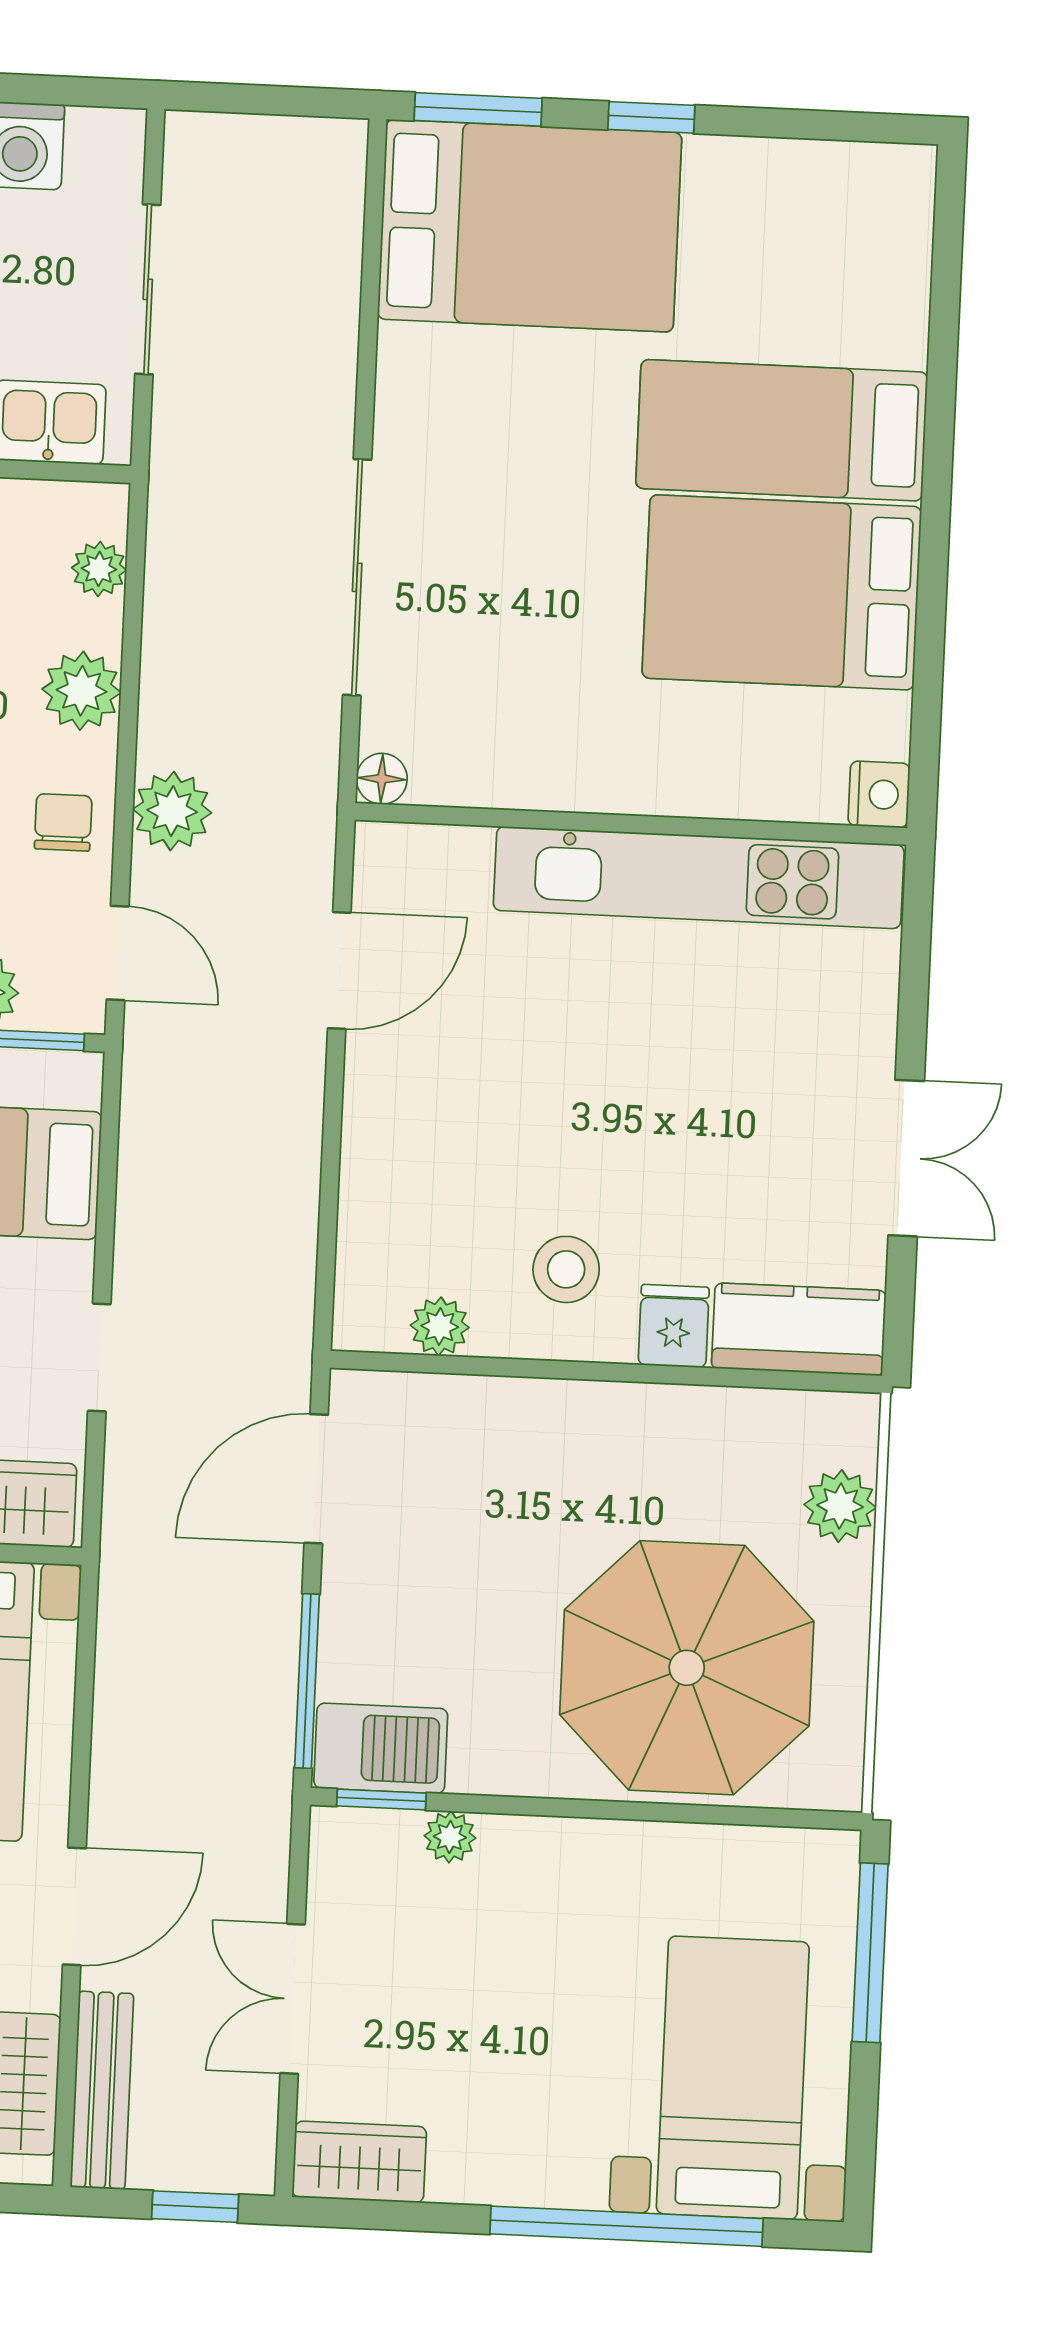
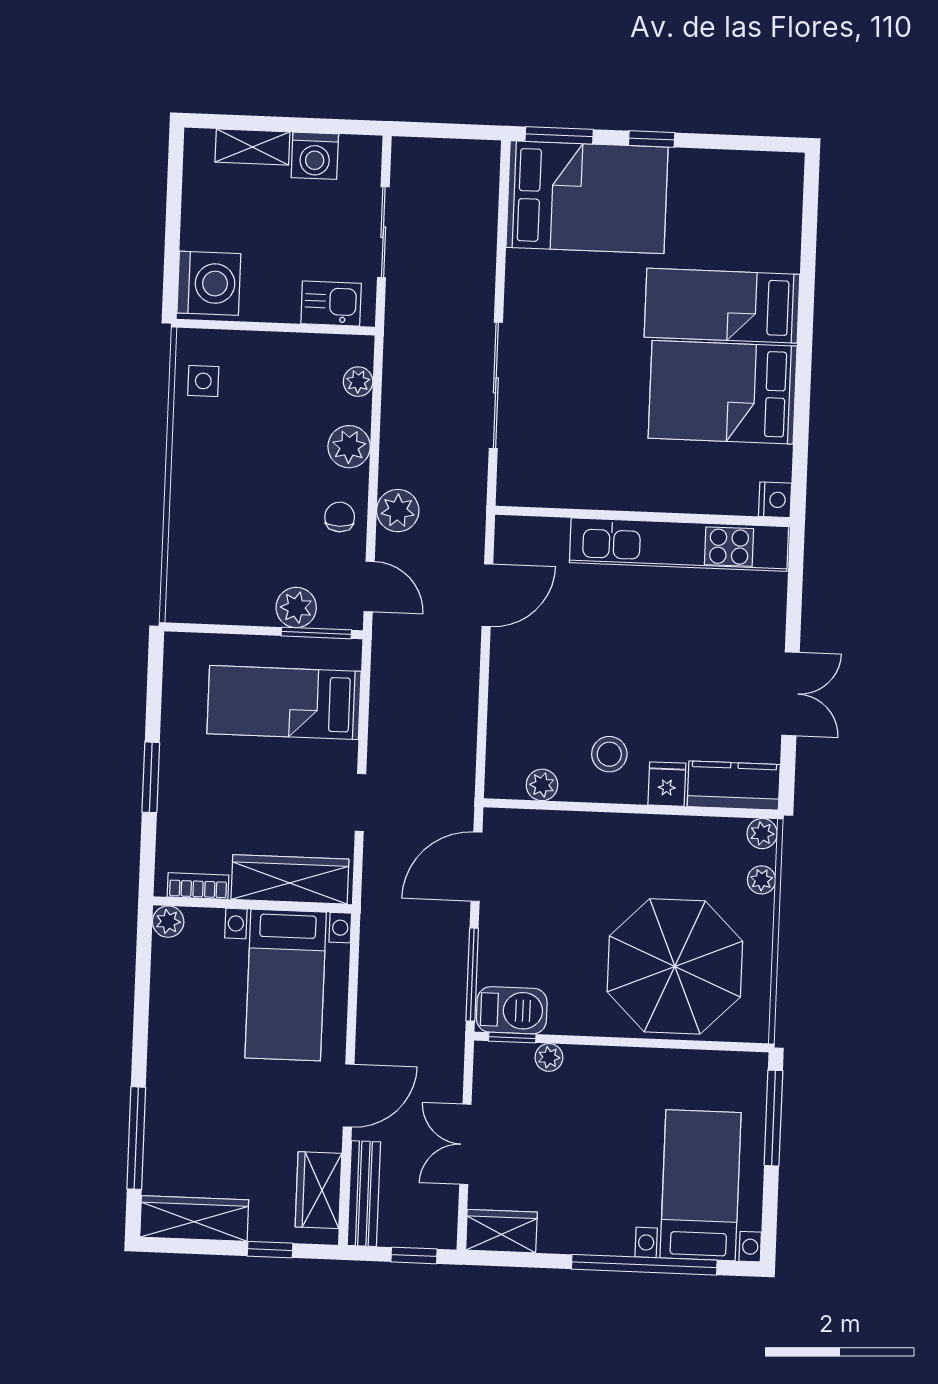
floor lamp: (382, 779) -> (510, 493), removed
plant: (852, 1420) -> (762, 834), added
plant: (840, 1506) -> (762, 880), width x0.73, depth x0.73

